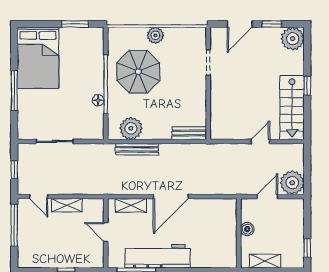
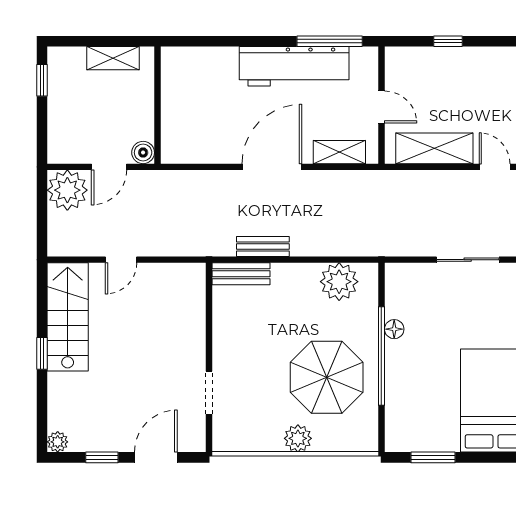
plant: (293, 39) -> (58, 442), width x0.53, depth x0.53
bench: (137, 149) -> (263, 246), moved, width x0.73
shelving: (67, 205) -> (434, 148), width x1.50, depth x1.33
boiler: (247, 229) -> (143, 153), moved

